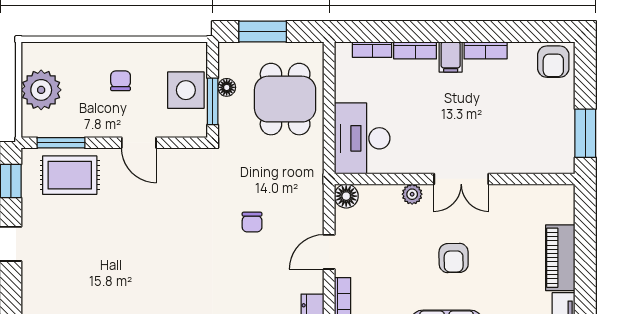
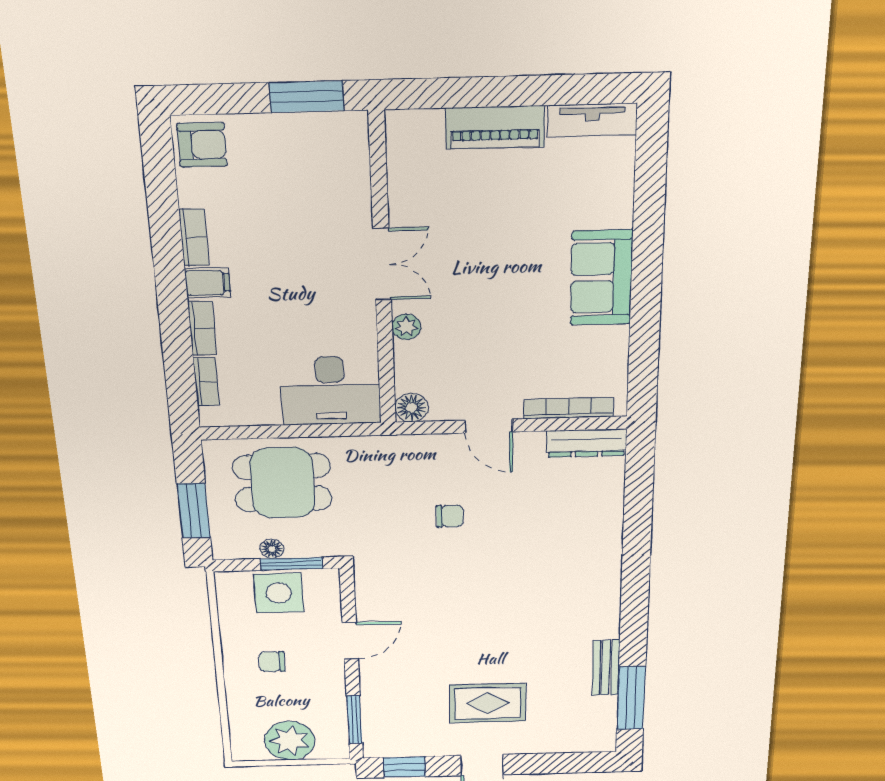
rug: (70, 175) -> (488, 703), moved, turned 90
armchair: (454, 258) -> (496, 271), removed

